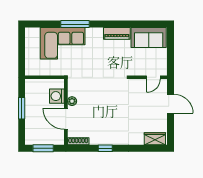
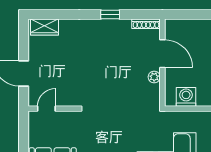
washing machine: (57, 96) -> (186, 97), moved, turned -90
window: (43, 148) -> (192, 14), removed

